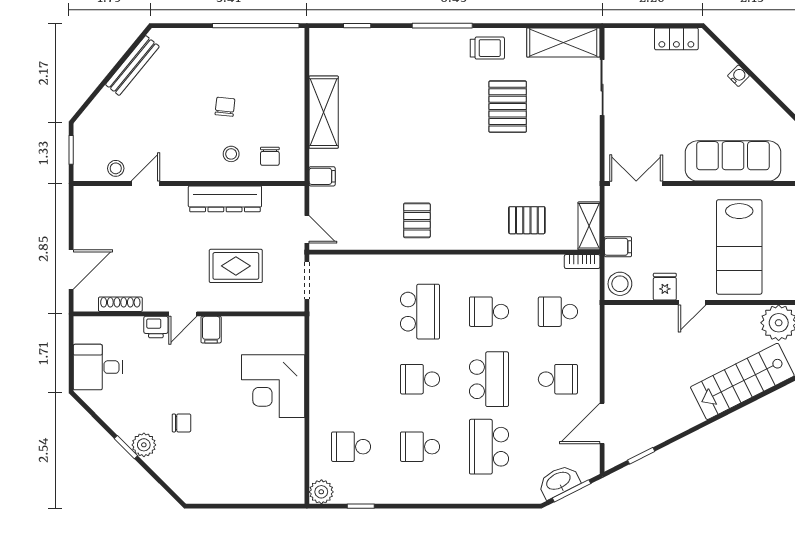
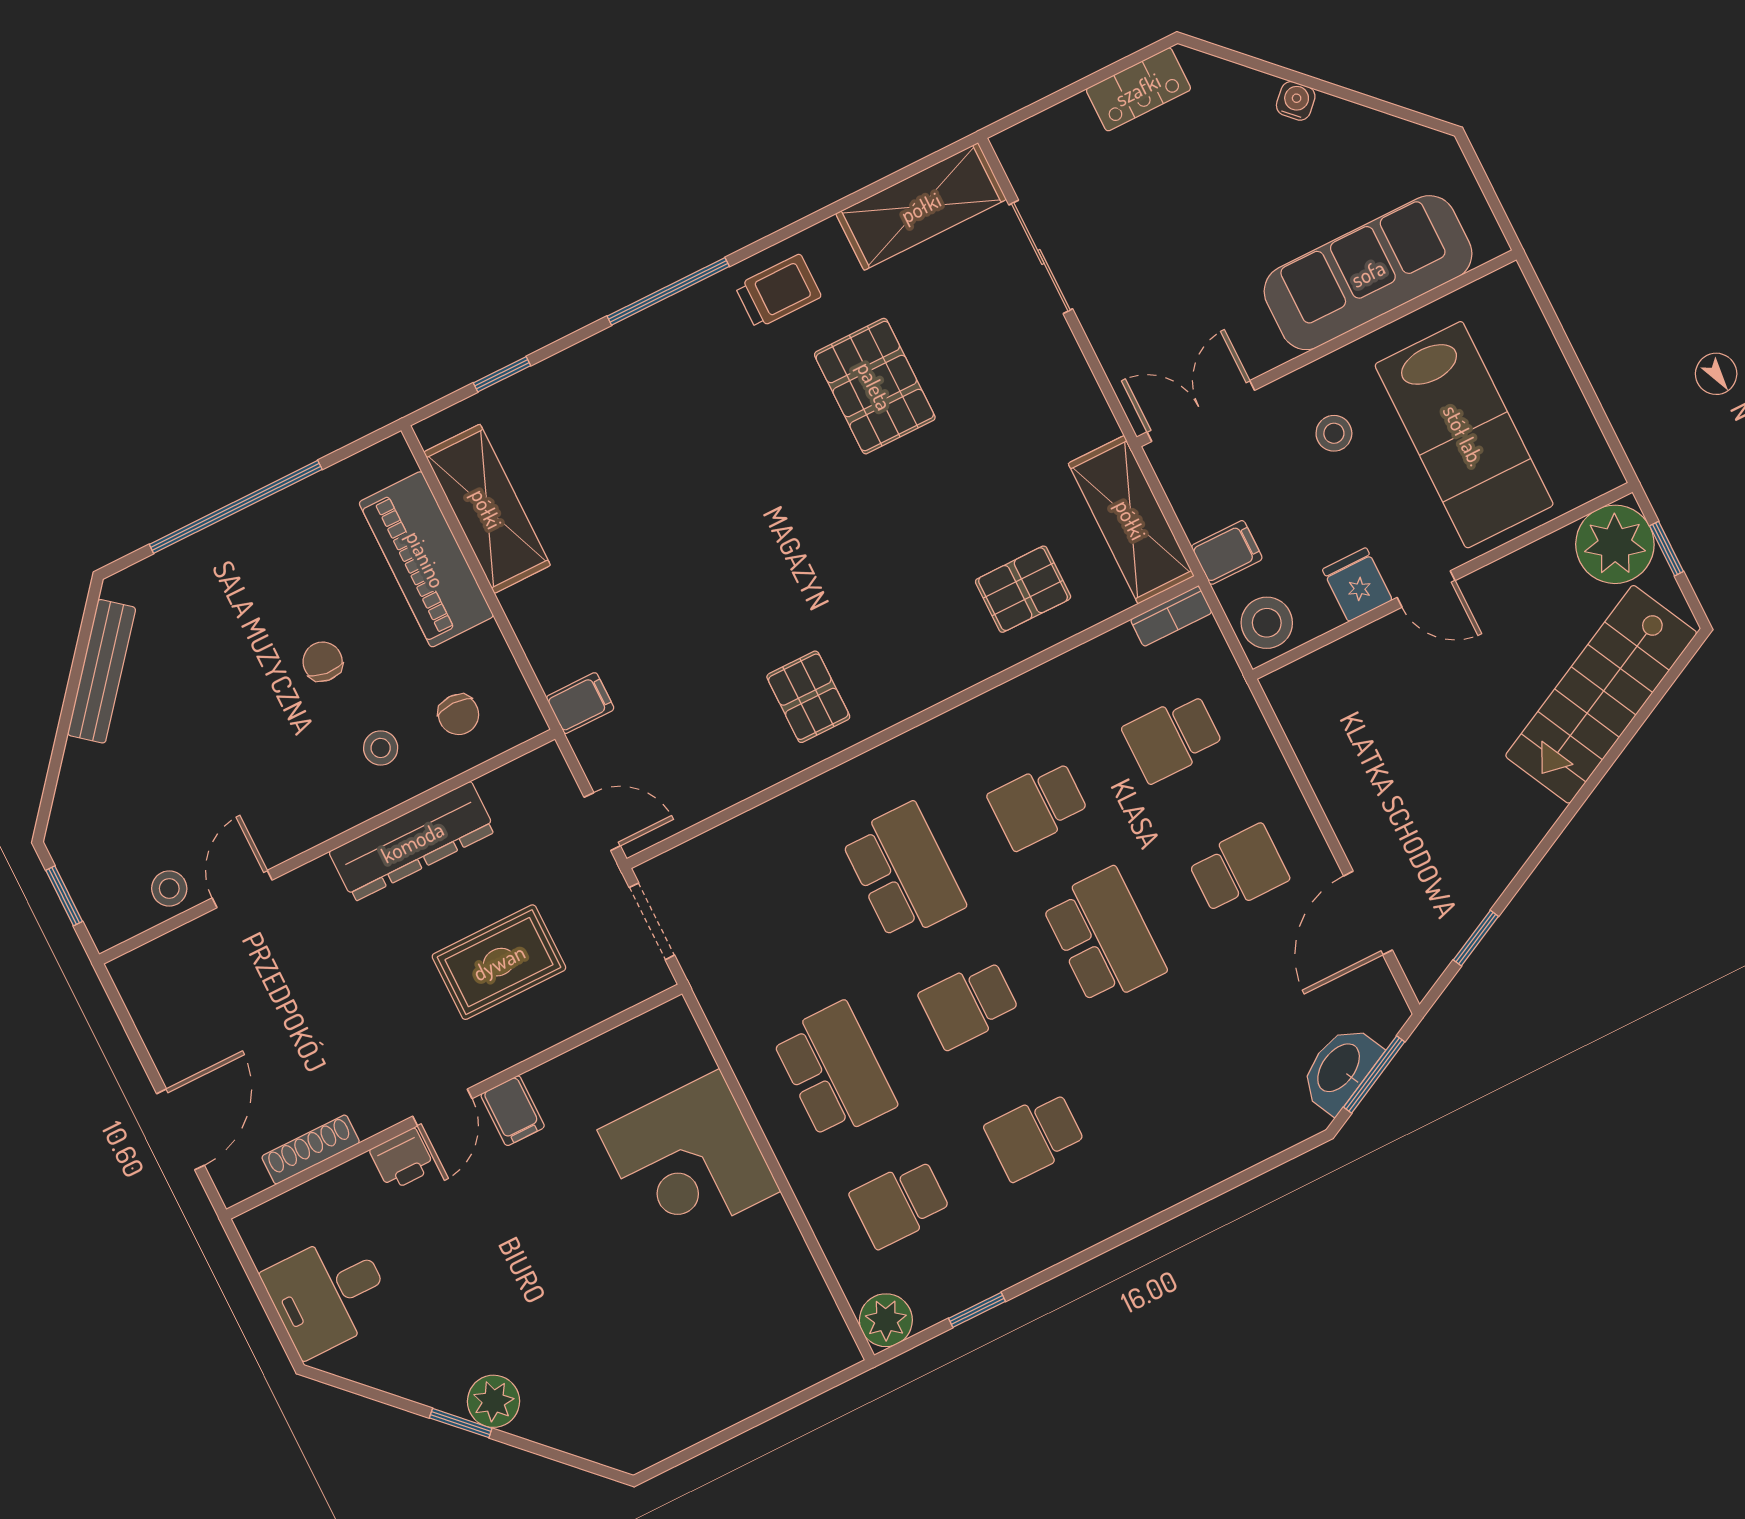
window: (256, 26) -> (236, 507), moved
piano: (288, 86) -> (426, 559), added
shelving: (324, 112) -> (487, 509), moved
stool: (686, 220) -> (1334, 433), added
shelving: (589, 226) -> (1131, 520), width x1.50, depth x1.33
door: (692, 302) -> (1426, 589), hinge flipped
chair: (182, 423) -> (546, 1322), removed
school desk: (489, 447) -> (834, 1071), moved, turned 180

